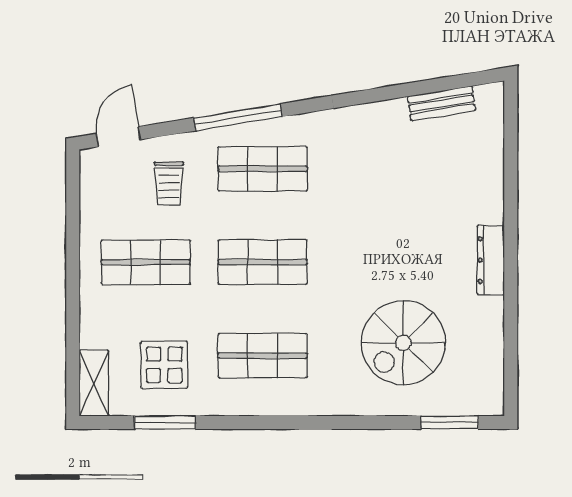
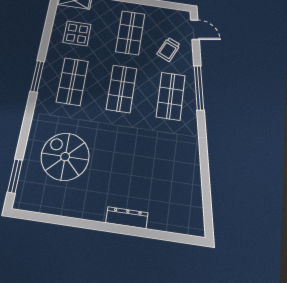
bench: (442, 103) -> (196, 198), removed
trolley: (169, 184) -> (169, 49), turned -65
dresser: (491, 260) -> (127, 218), moved
window: (165, 422) -> (37, 76), moved

